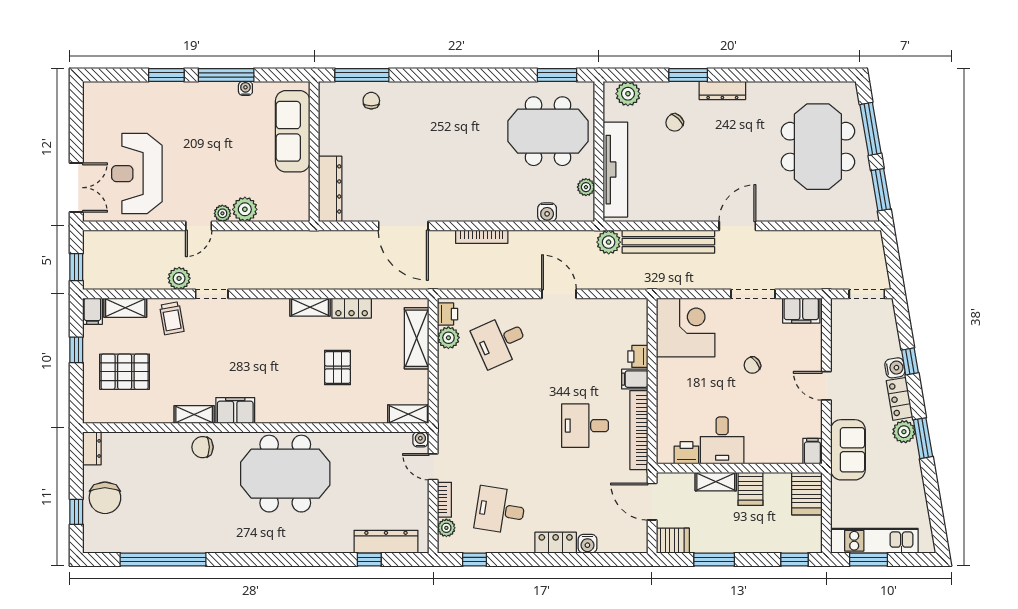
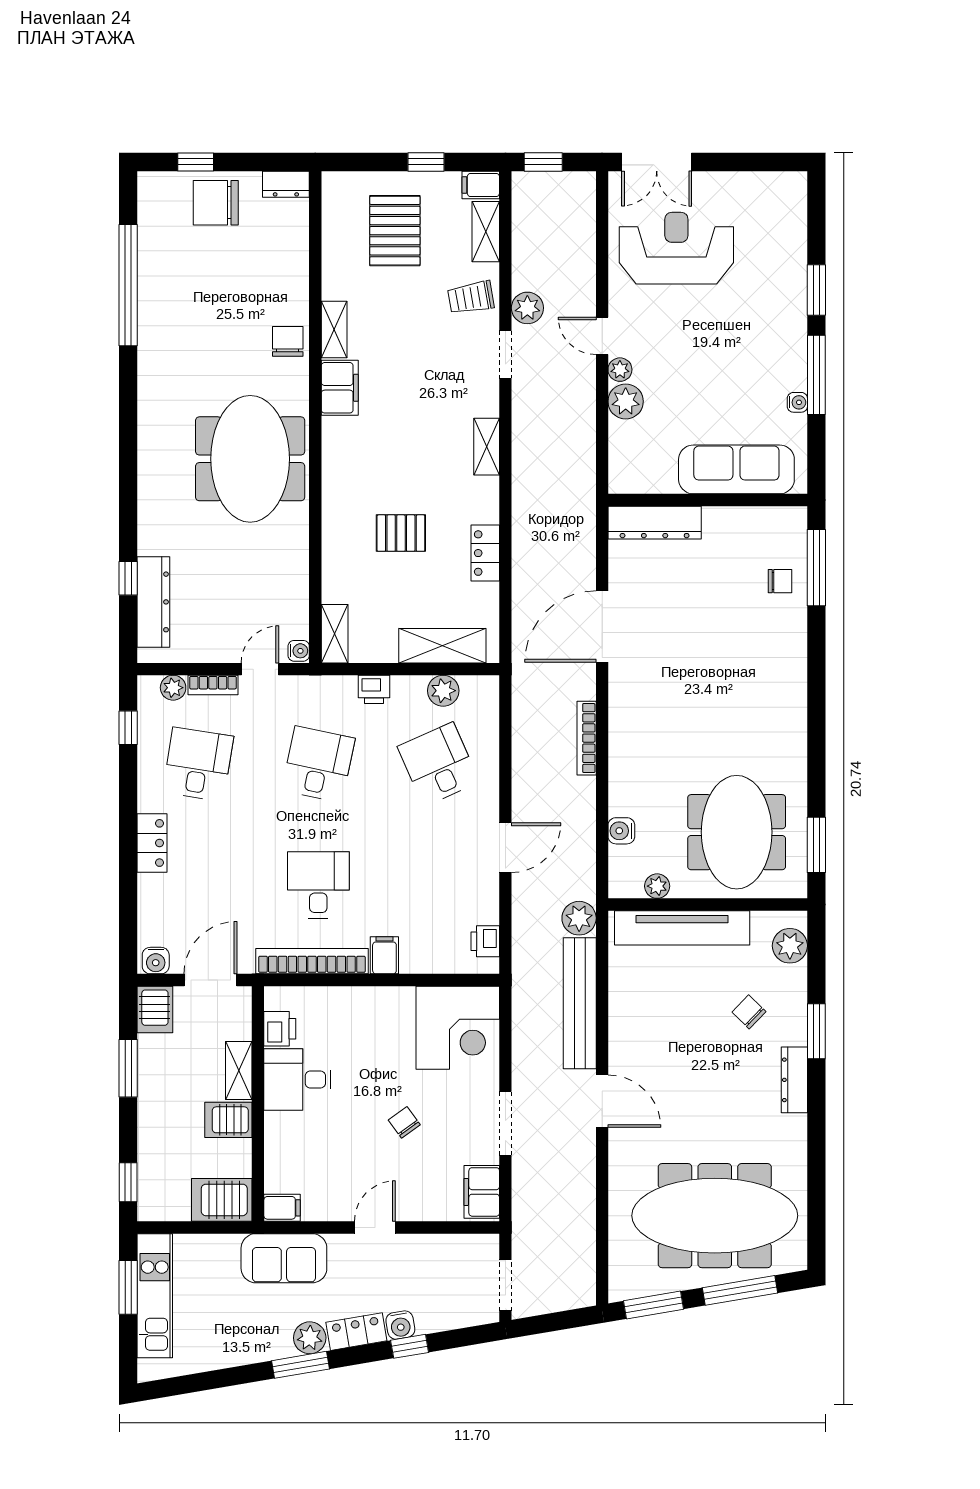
meeting table: (818, 147) -> (715, 1216), width x1.36
shelving: (310, 307) -> (487, 447), moved
printer: (447, 314) -> (374, 689), moved
printer: (638, 356) -> (485, 941), moved, turned -90
desk: (500, 426) -> (318, 764), added
water cooler: (587, 544) -> (156, 961), moved, turned -90

